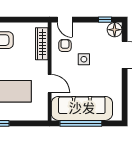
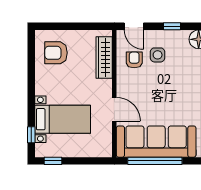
window: (105, 20) -> (172, 26), moved
side table: (84, 59) -> (158, 55), moved

